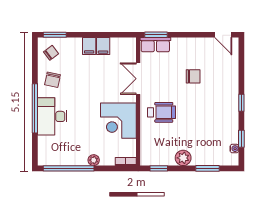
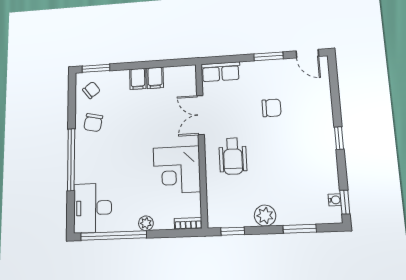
window: (156, 35) -> (269, 56), moved
wheelchair: (162, 112) -> (233, 156), turned 90
desk: (52, 116) -> (93, 208), moved
window: (241, 139) -> (345, 202), moved

